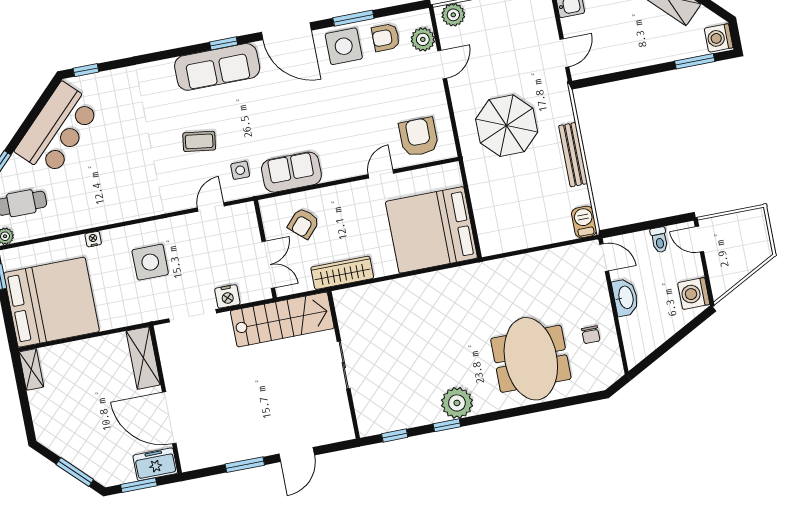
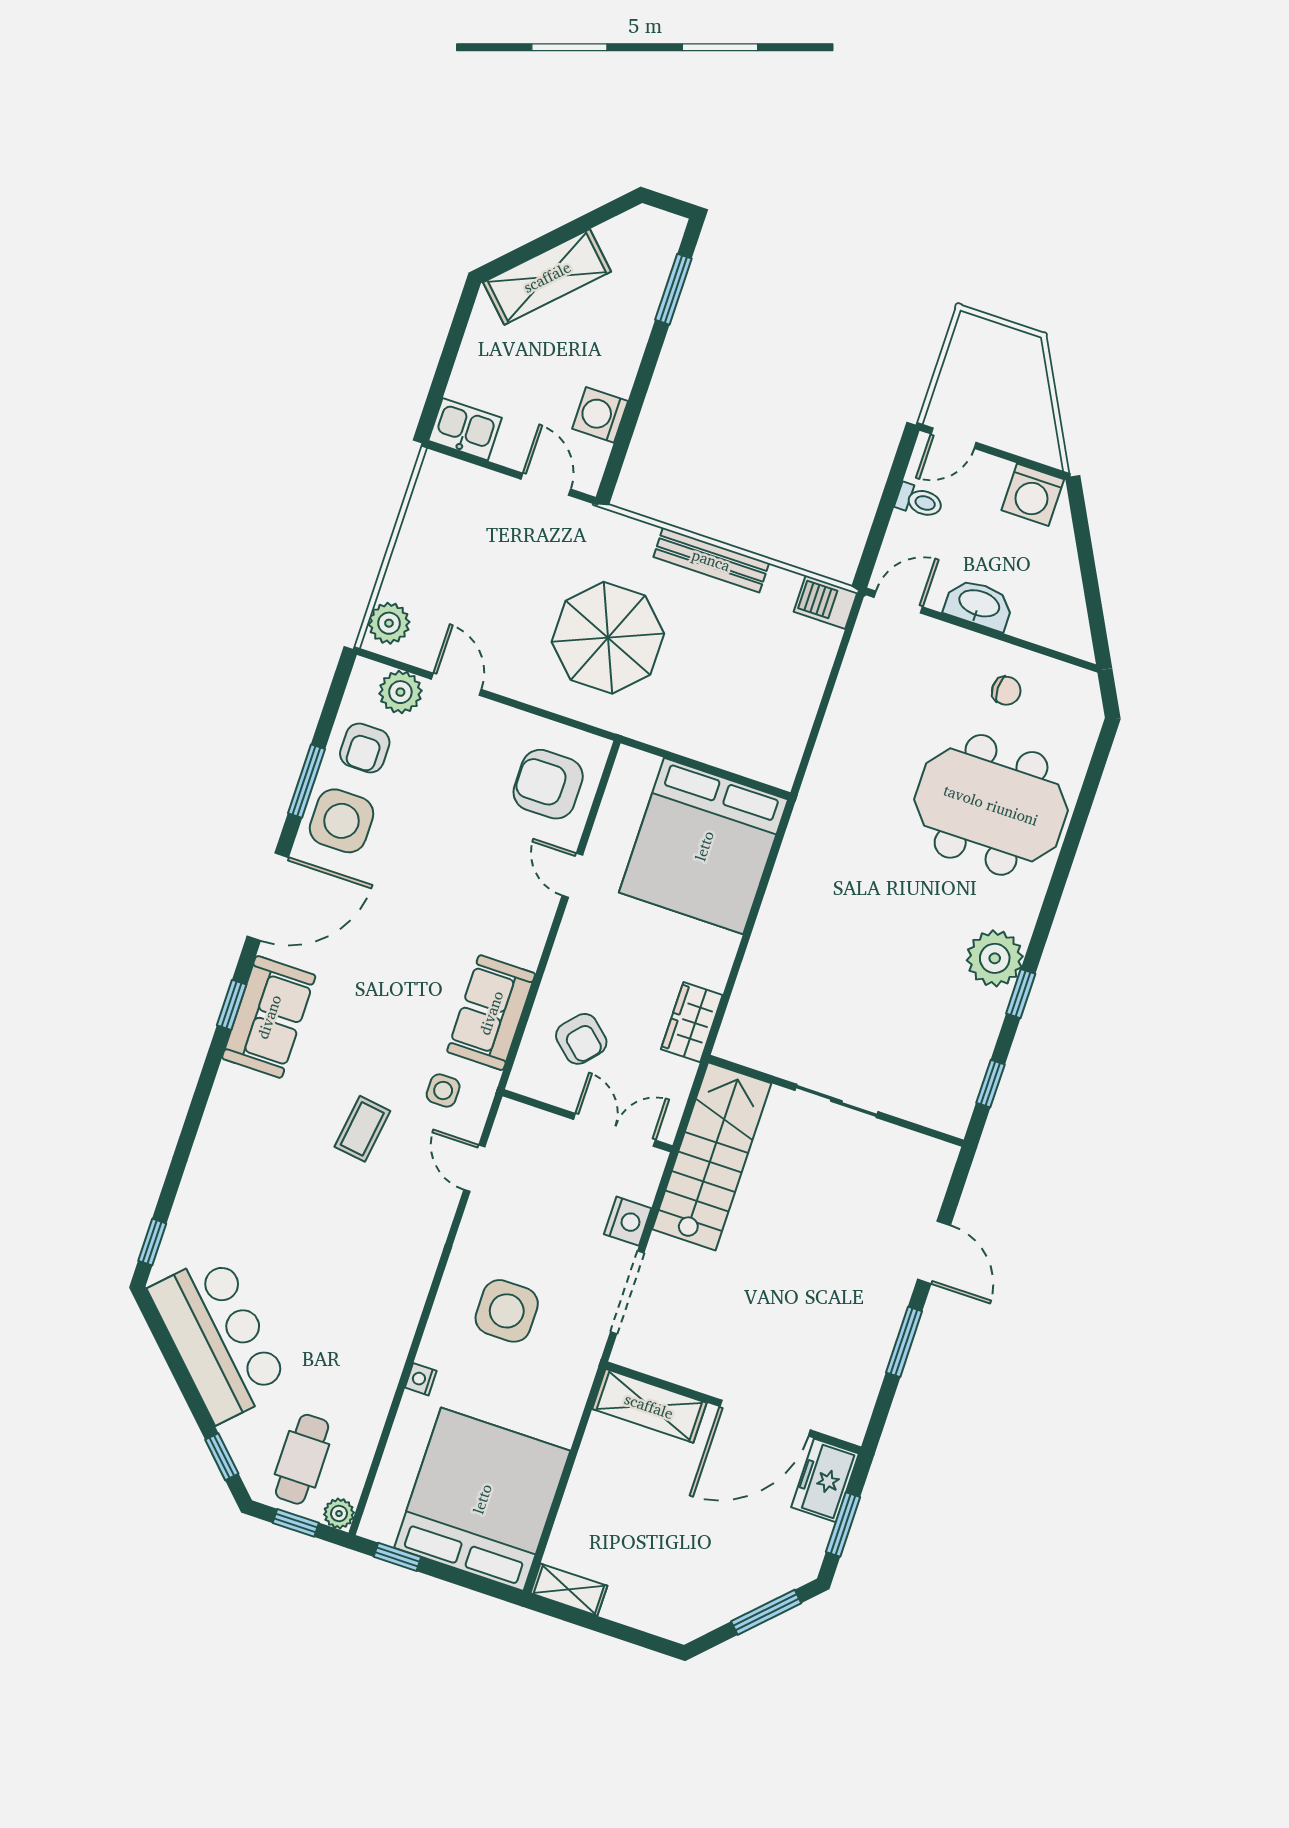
washing machine: (719, 38) -> (600, 415), moved, turned 90
sofa: (217, 67) -> (269, 1017), width x0.73
wardrobe: (342, 273) -> (692, 1022), width x0.67

